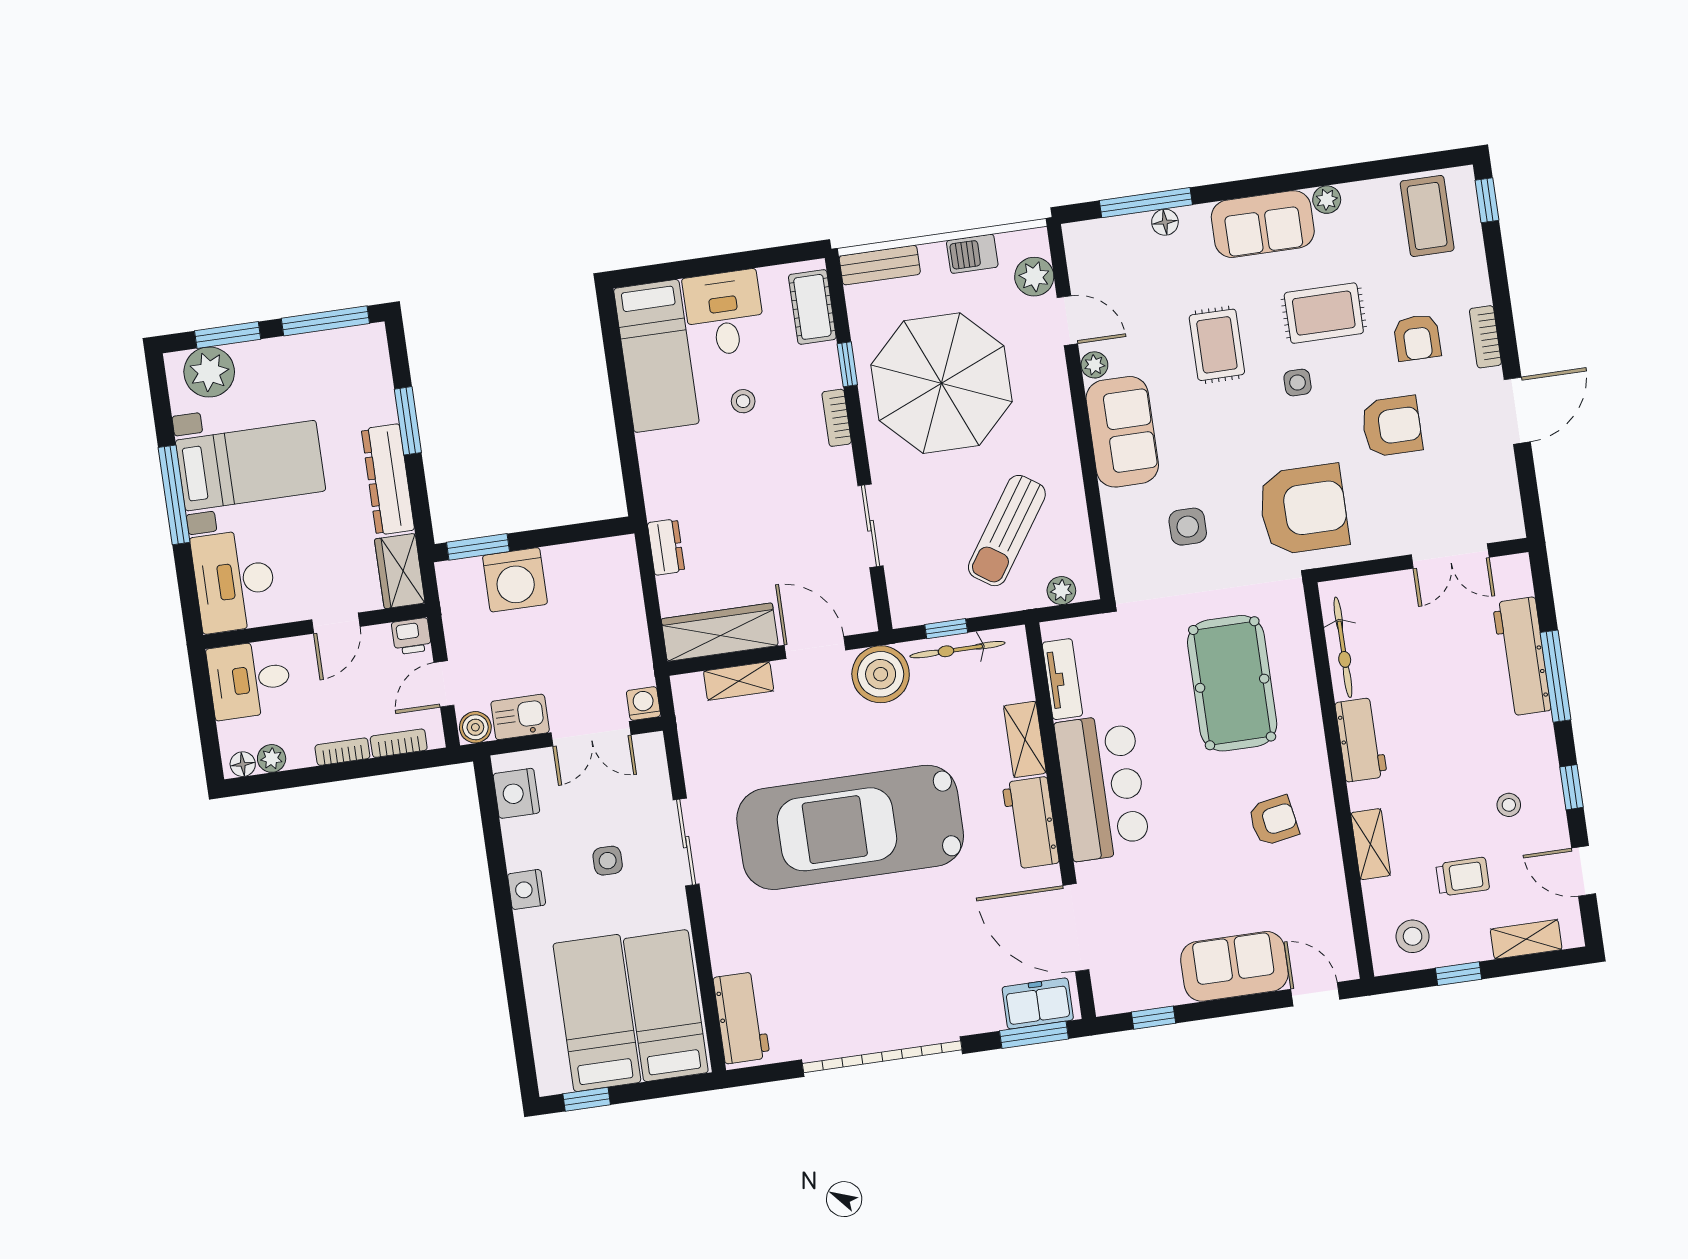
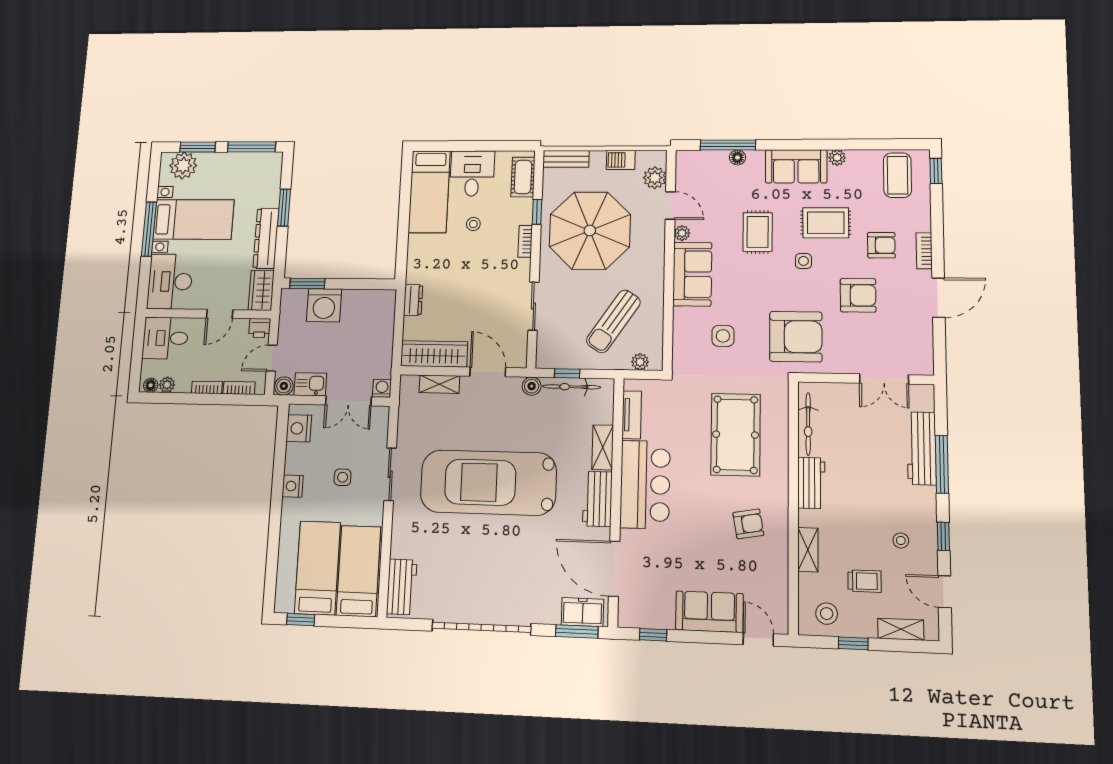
armchair: (1417, 338) -> (881, 245), turned -90
boiler: (881, 674) -> (532, 386), width x0.54, depth x0.54

